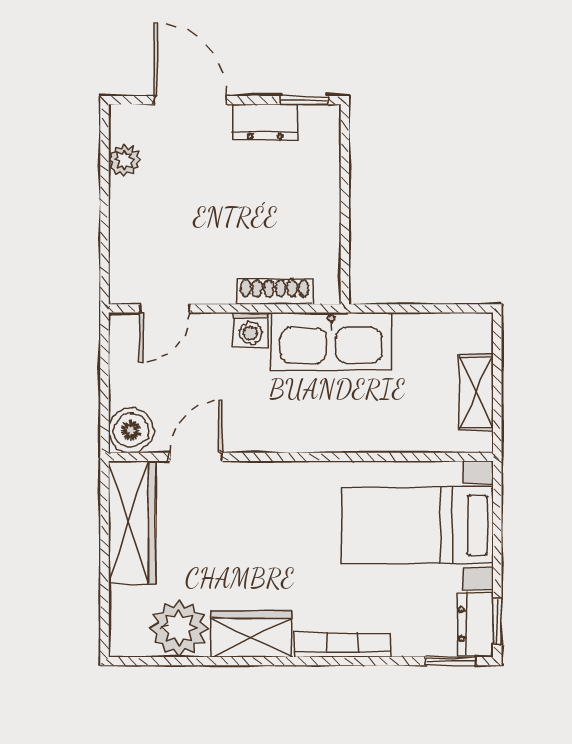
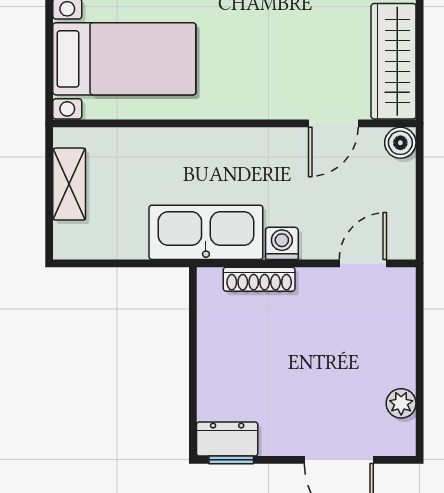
dresser: (265, 122) -> (227, 439), moved
boiler: (131, 430) -> (400, 143), width x0.73, depth x0.73

